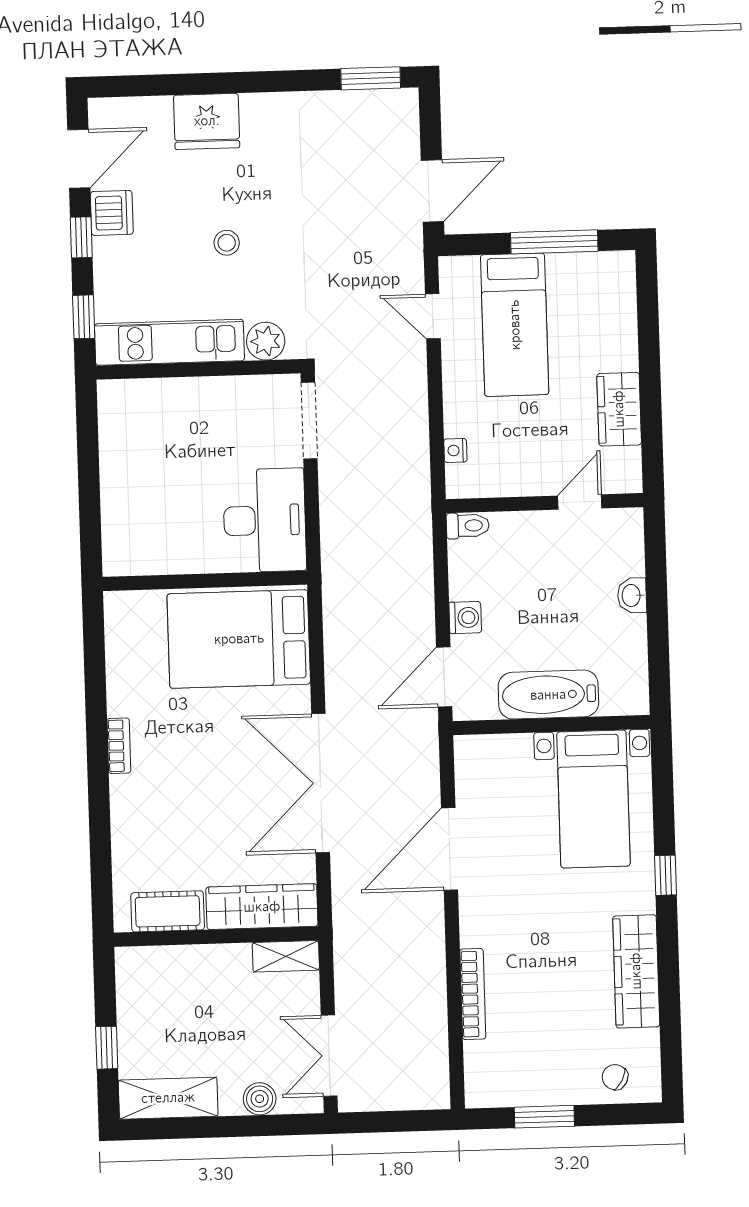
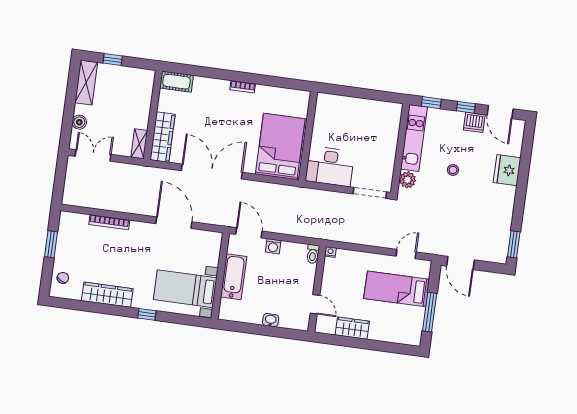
nightstand: (455, 450) -> (330, 252), moved
cot: (168, 911) -> (177, 82), moved, turned 90

